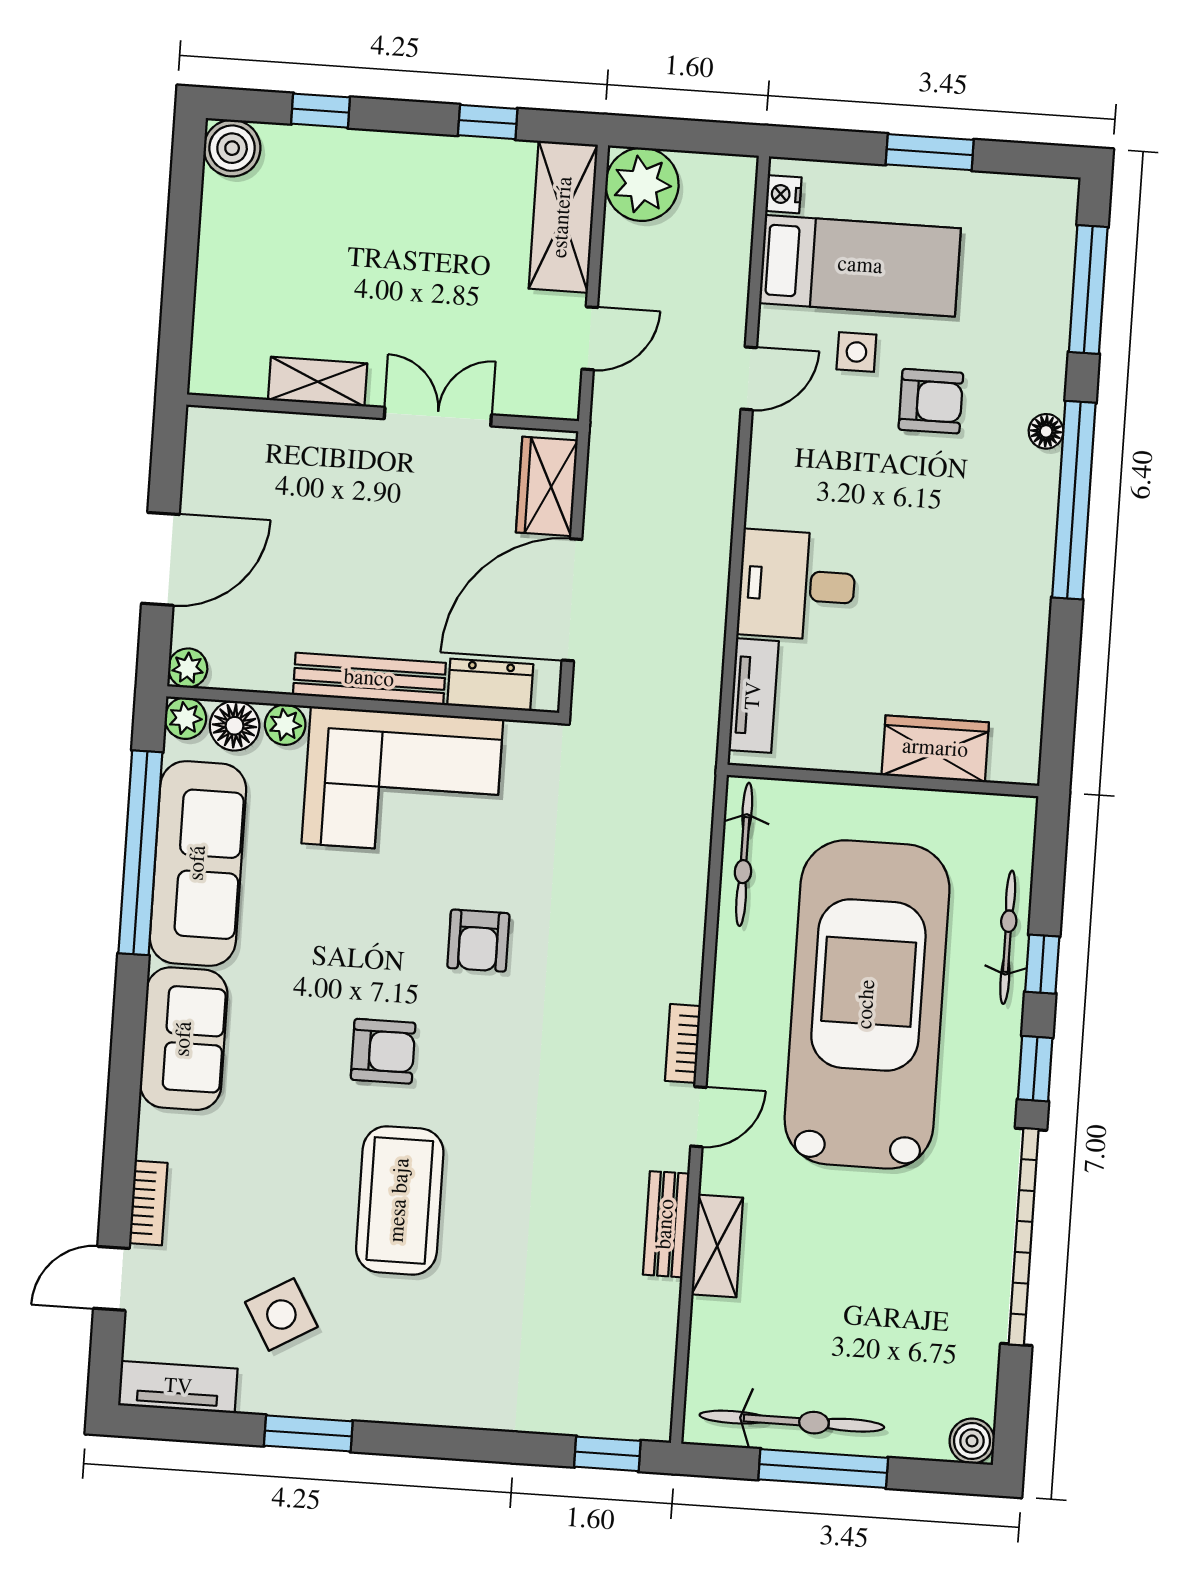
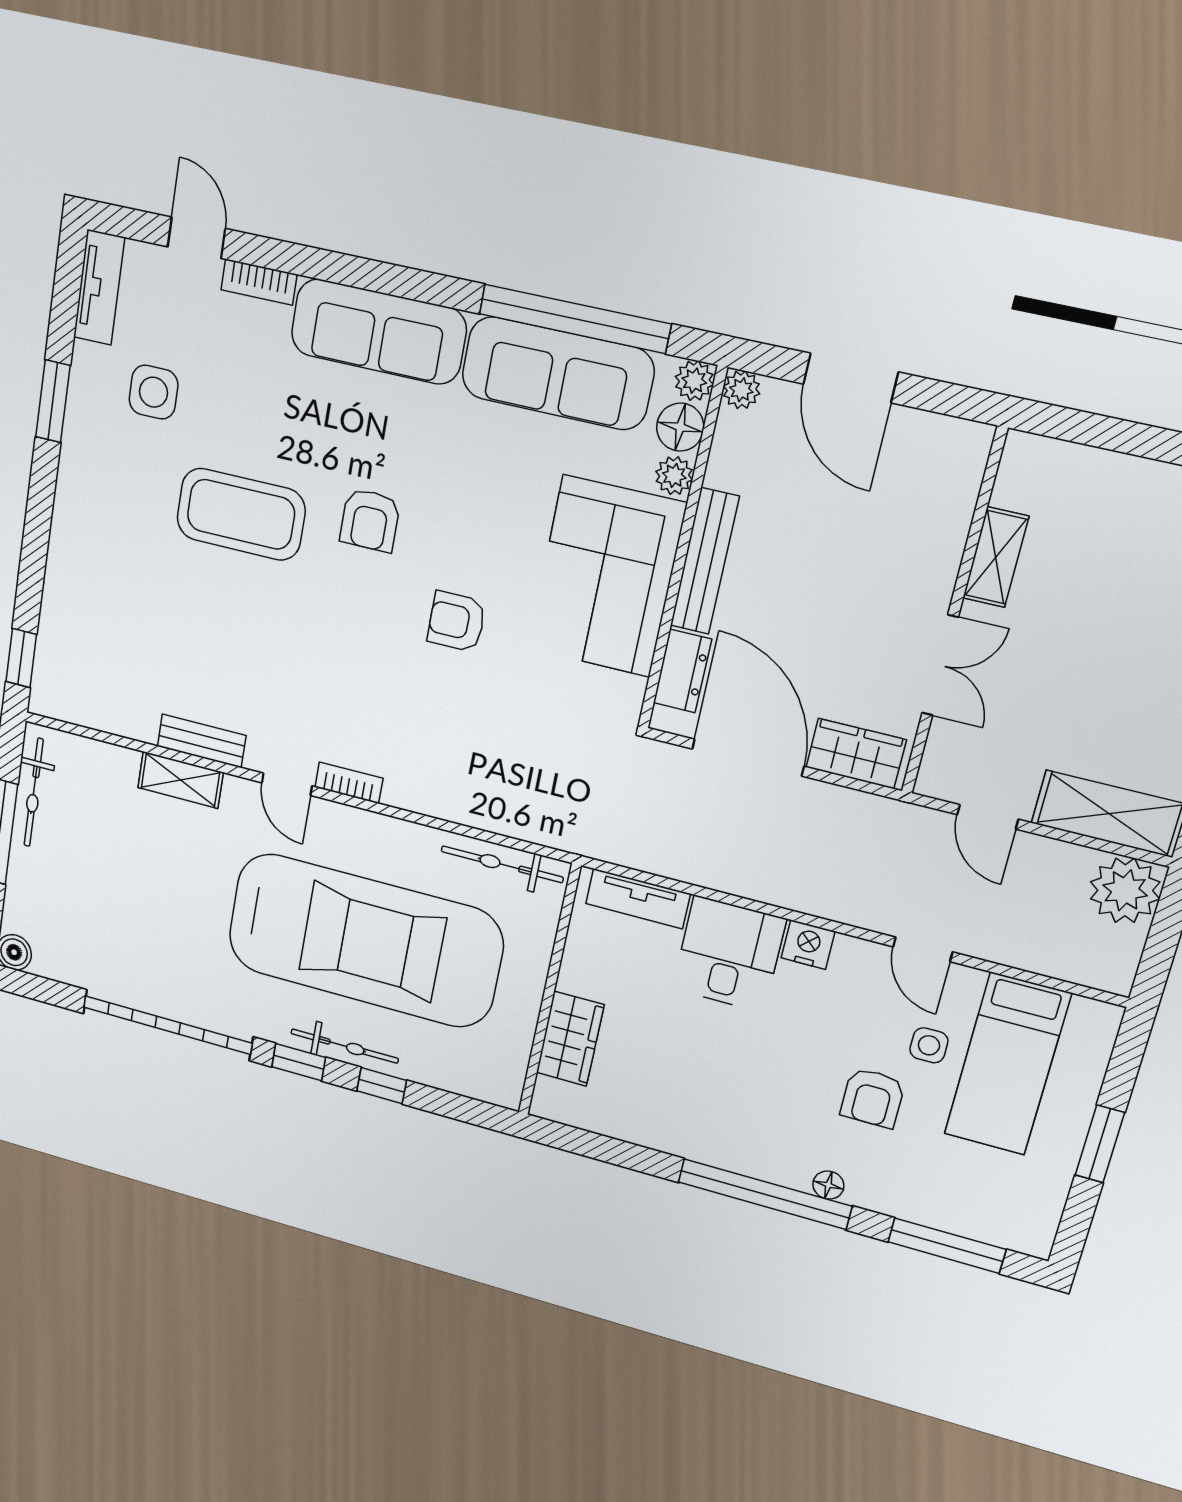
nightstand: (783, 194) -> (808, 945), moved, width x1.39, depth x1.35
bicycle: (1008, 937) -> (345, 1046), moved
sofa: (184, 1039) -> (378, 332), width x1.36
side table: (281, 1314) -> (153, 392), turned 30
bicycle: (792, 1421) -> (34, 792), width x0.73, depth x0.71

